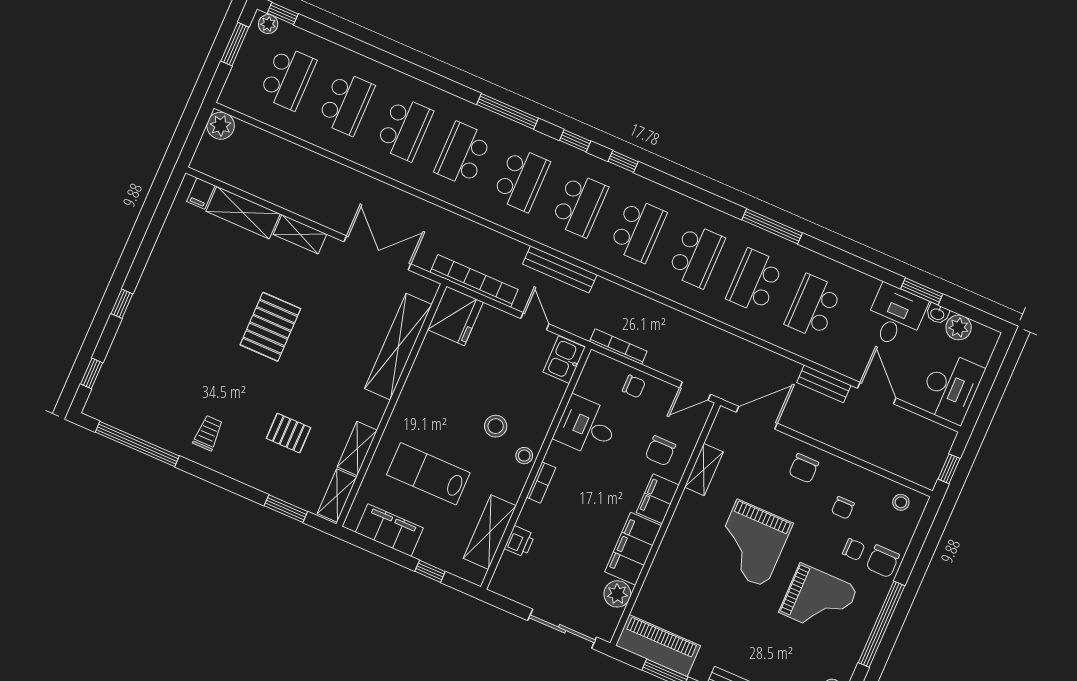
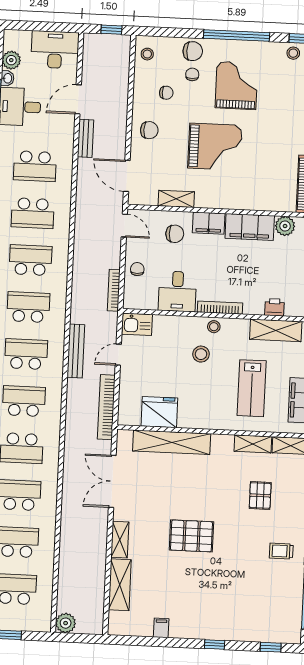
filing cabinet: (201, 193) -> (161, 628), moved, turned -90
fridge: (455, 316) -> (159, 412), moved
bookcase: (541, 482) -> (220, 308), width x1.56

